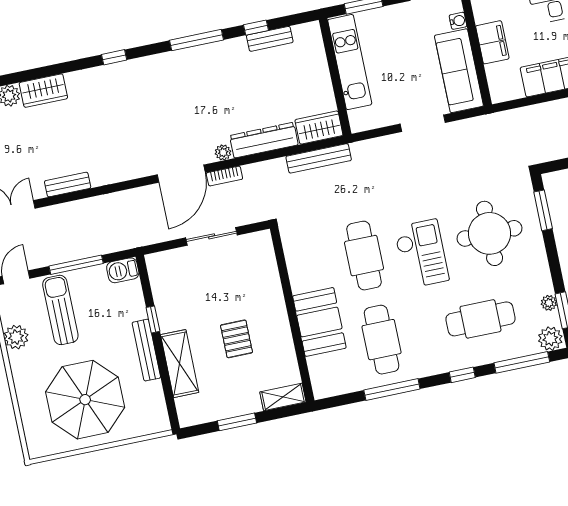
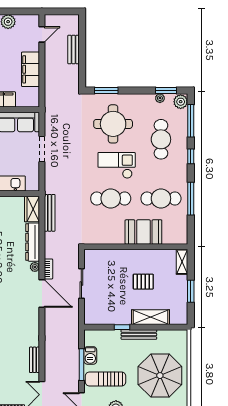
barbecue: (123, 270) -> (90, 355), moved

